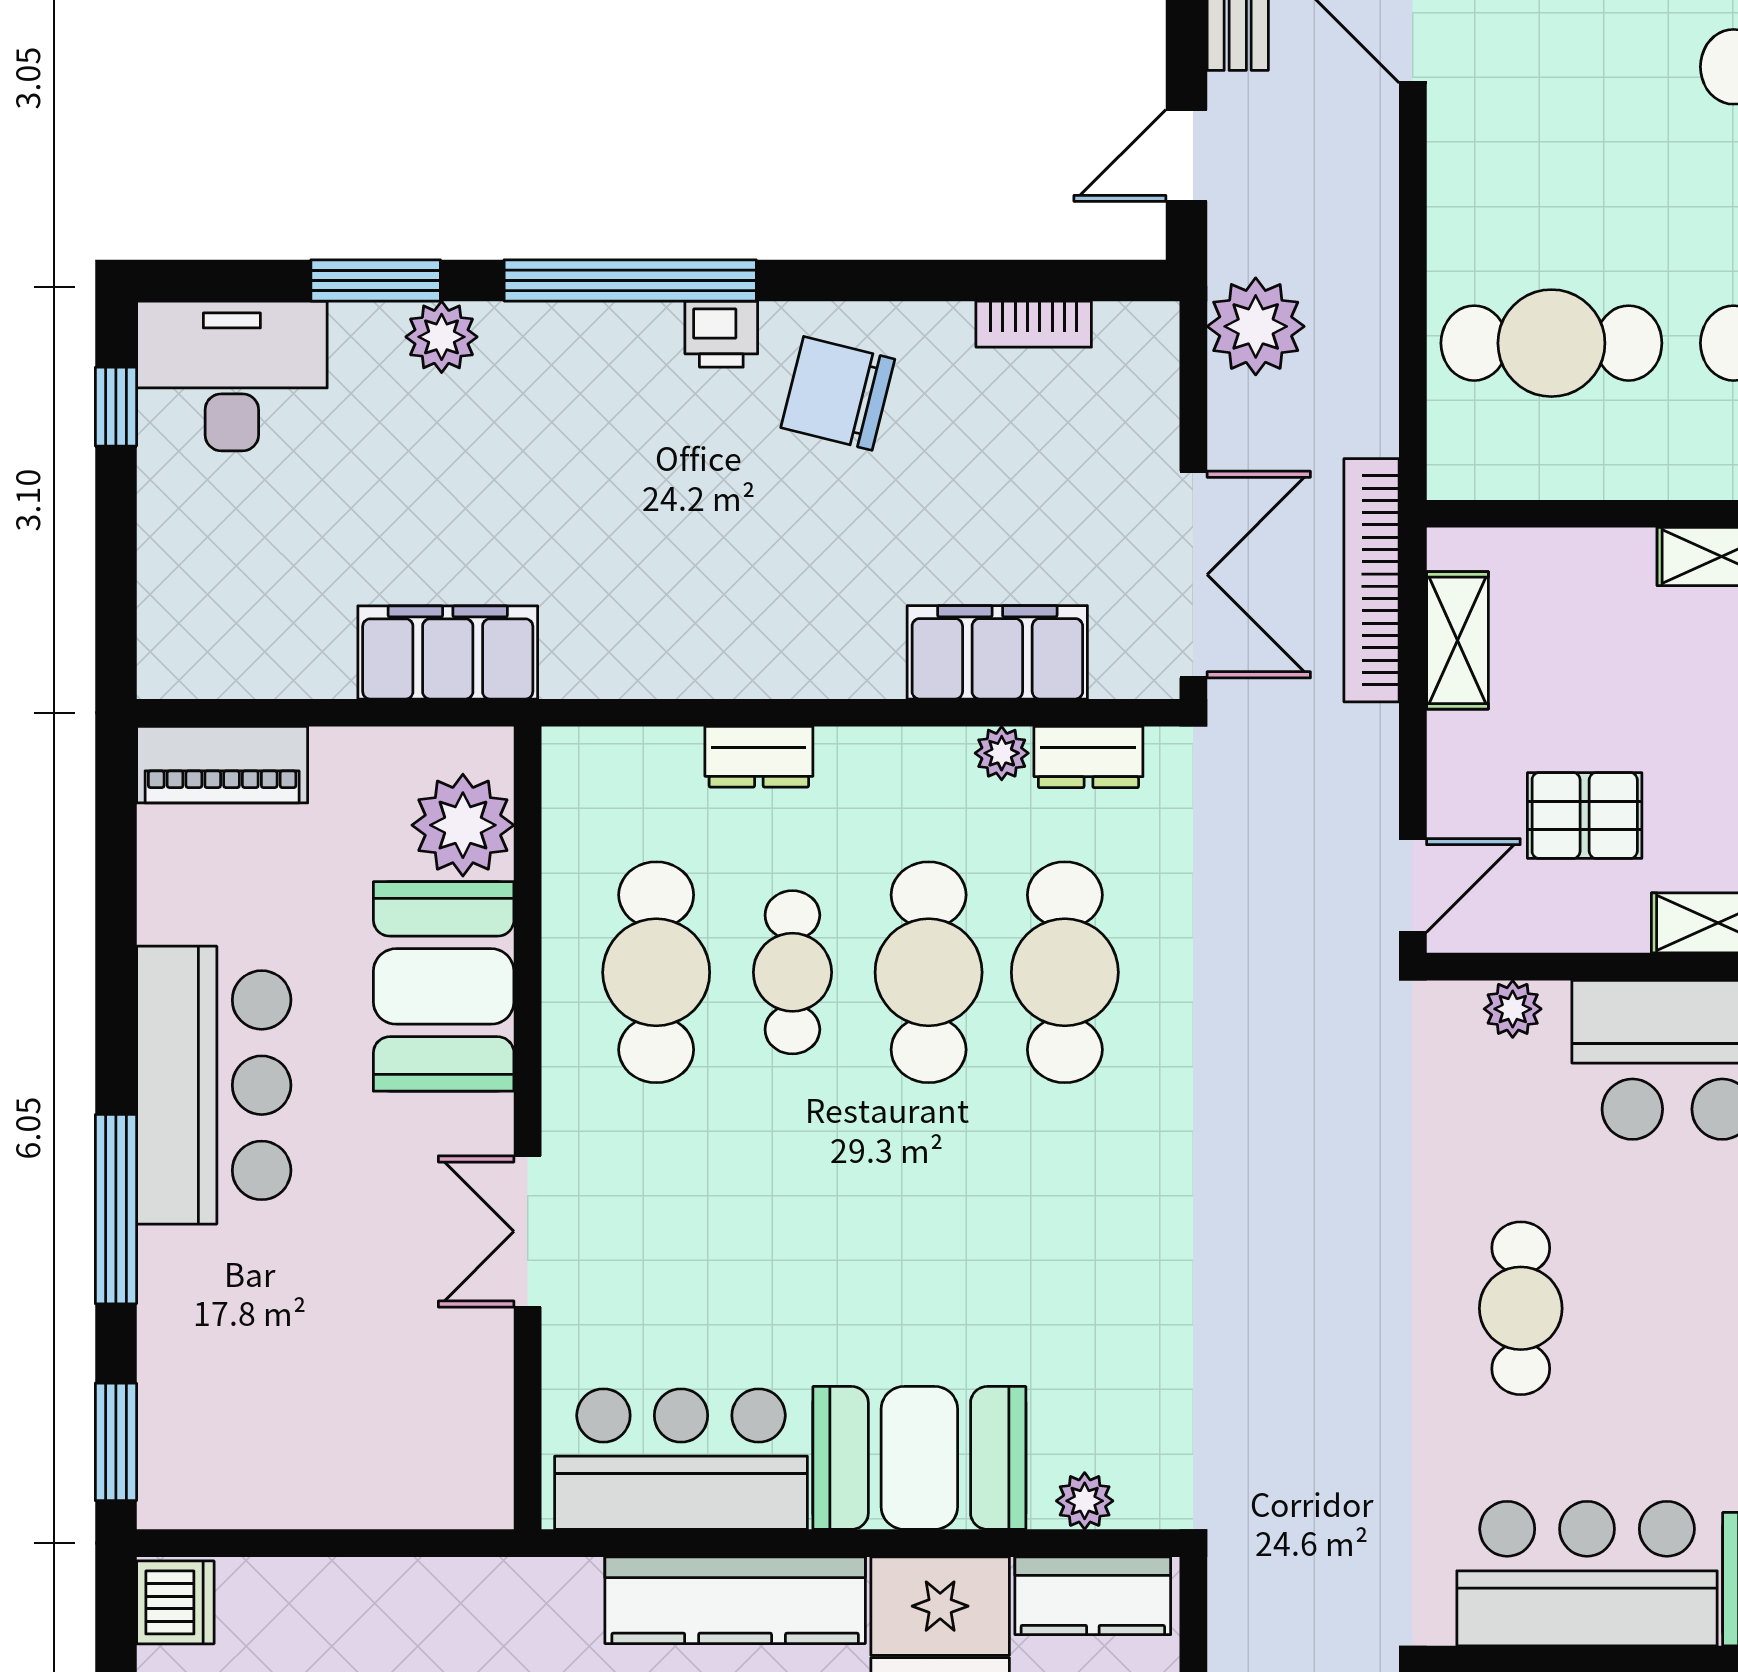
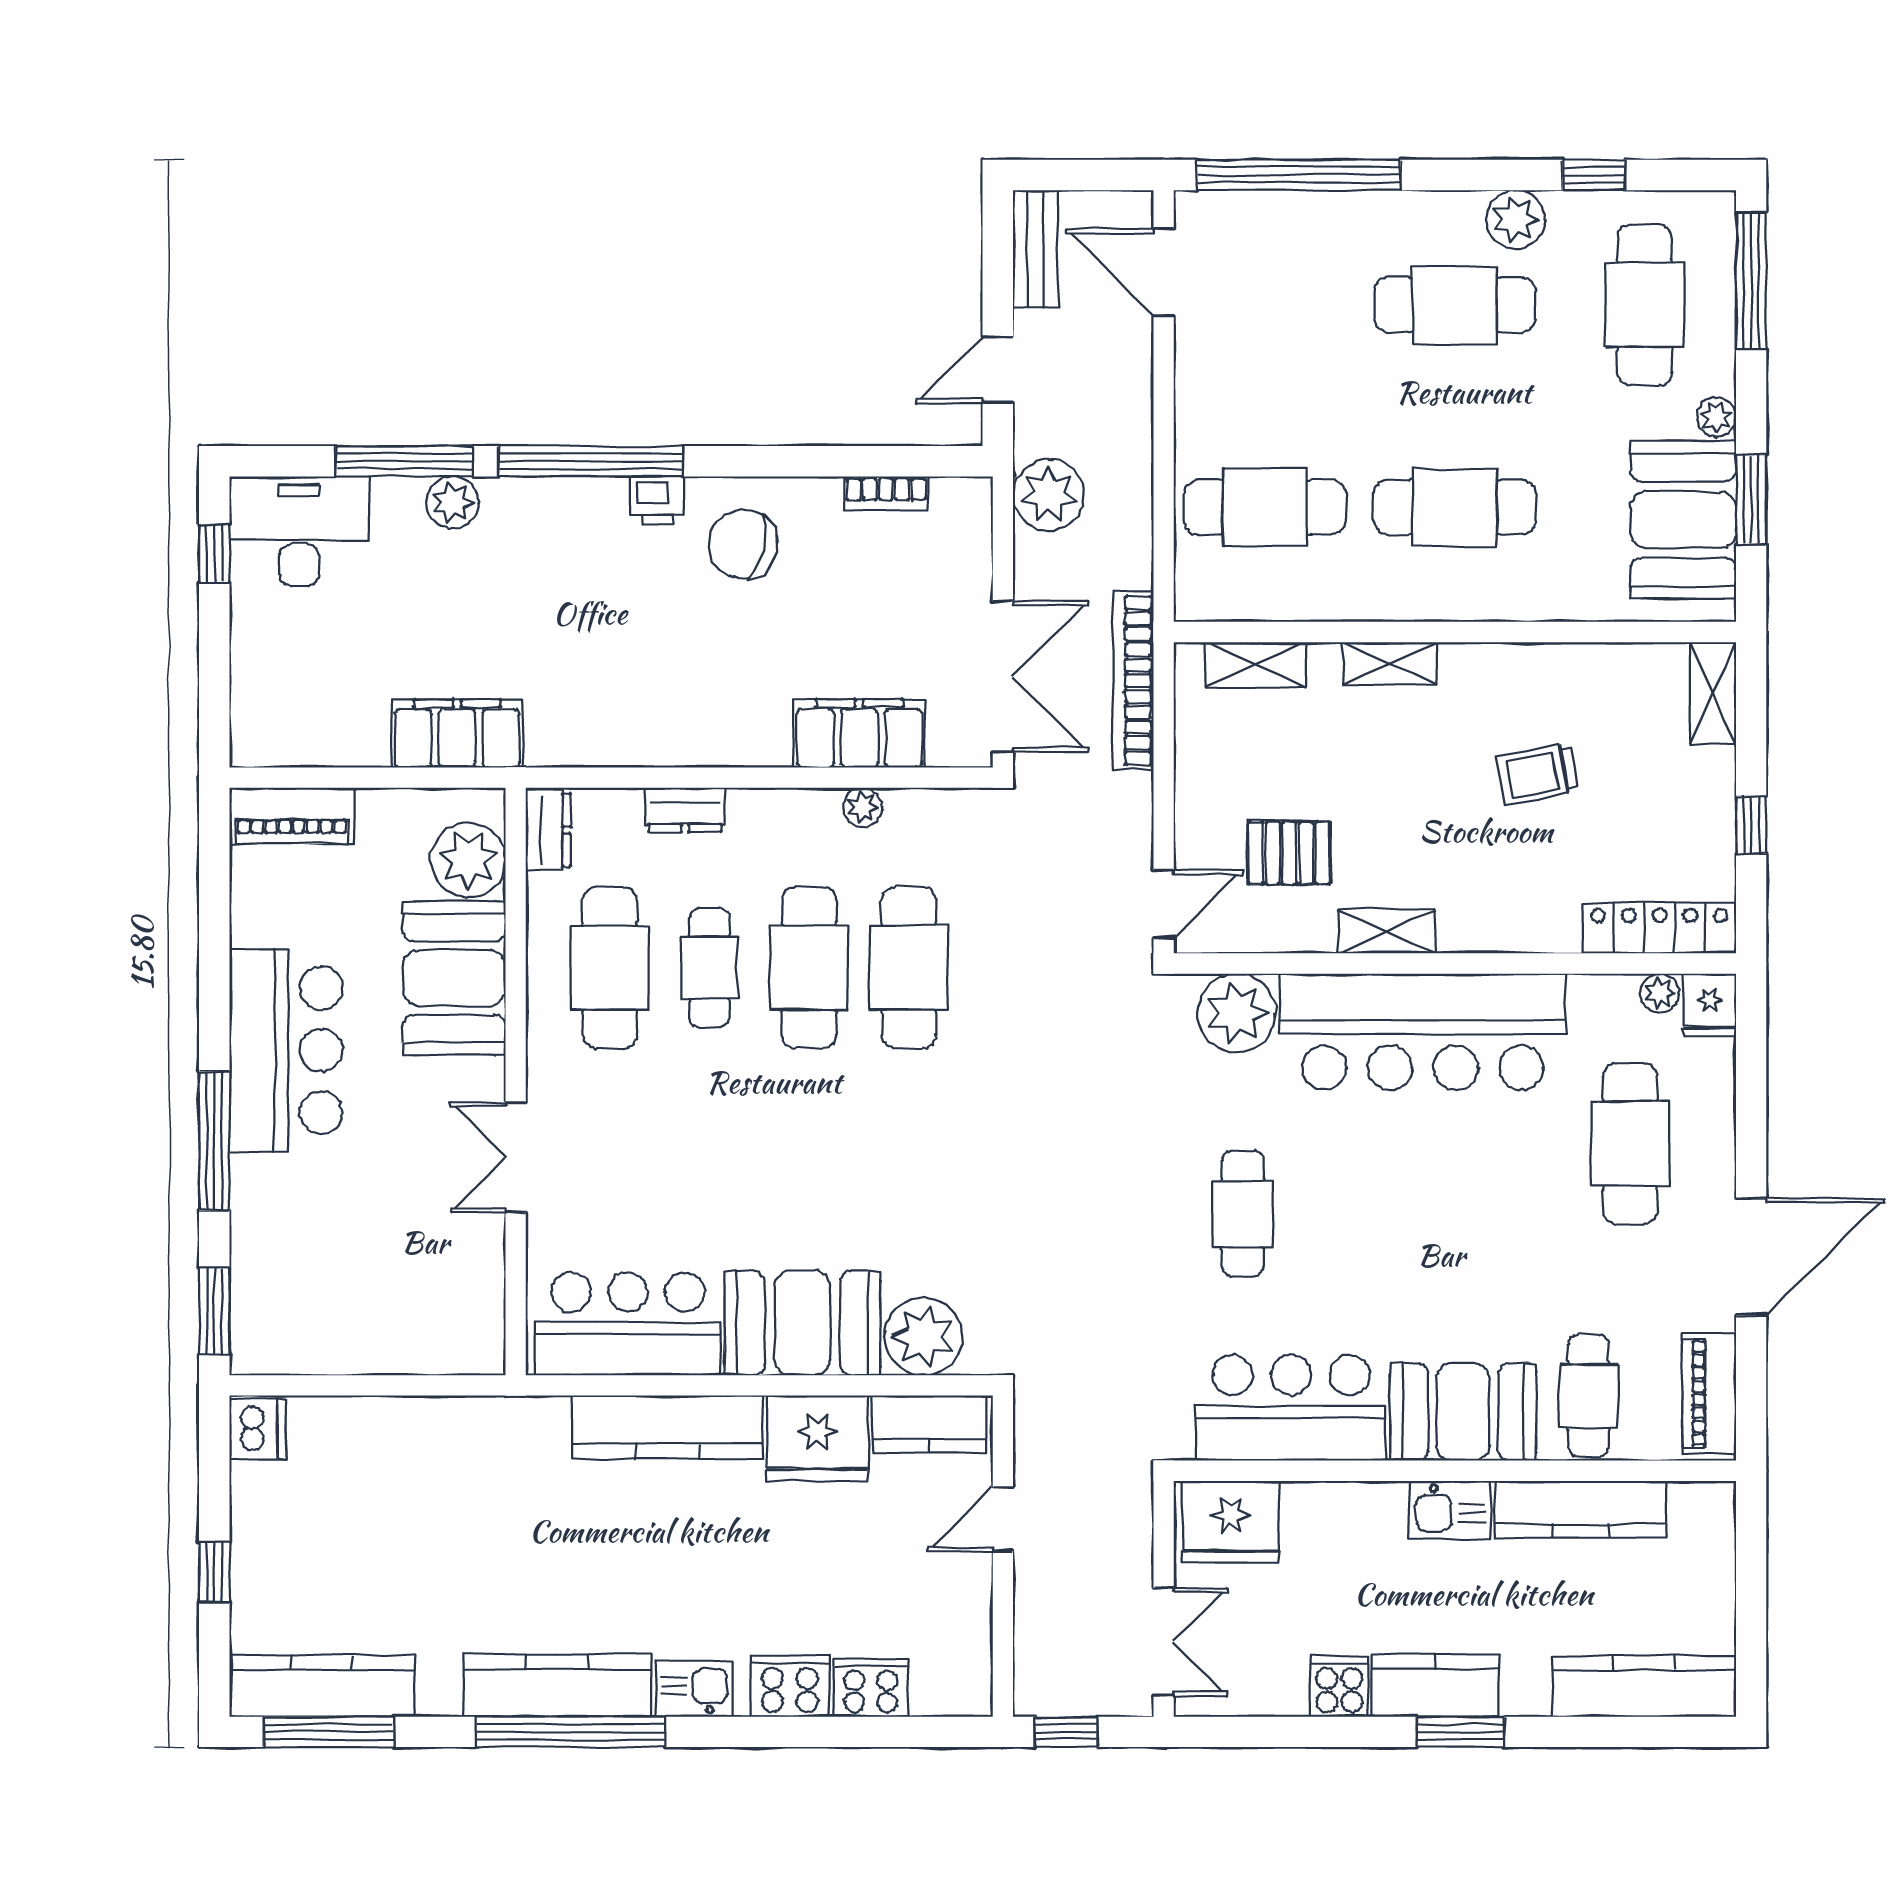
window: (376, 280) -> (404, 461), width x1.44
shelving: (1458, 640) -> (1255, 665), moved, turned 90
dresser: (1088, 757) -> (548, 830), moved, turned -90
plant: (1513, 1009) -> (1237, 1013), width x1.88, depth x1.88
plant: (1085, 1501) -> (923, 1336), width x1.88, depth x1.88

